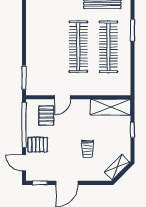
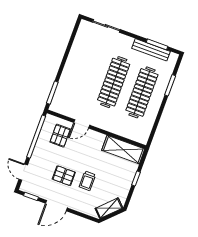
pallet: (38, 145) -> (64, 176), moved

